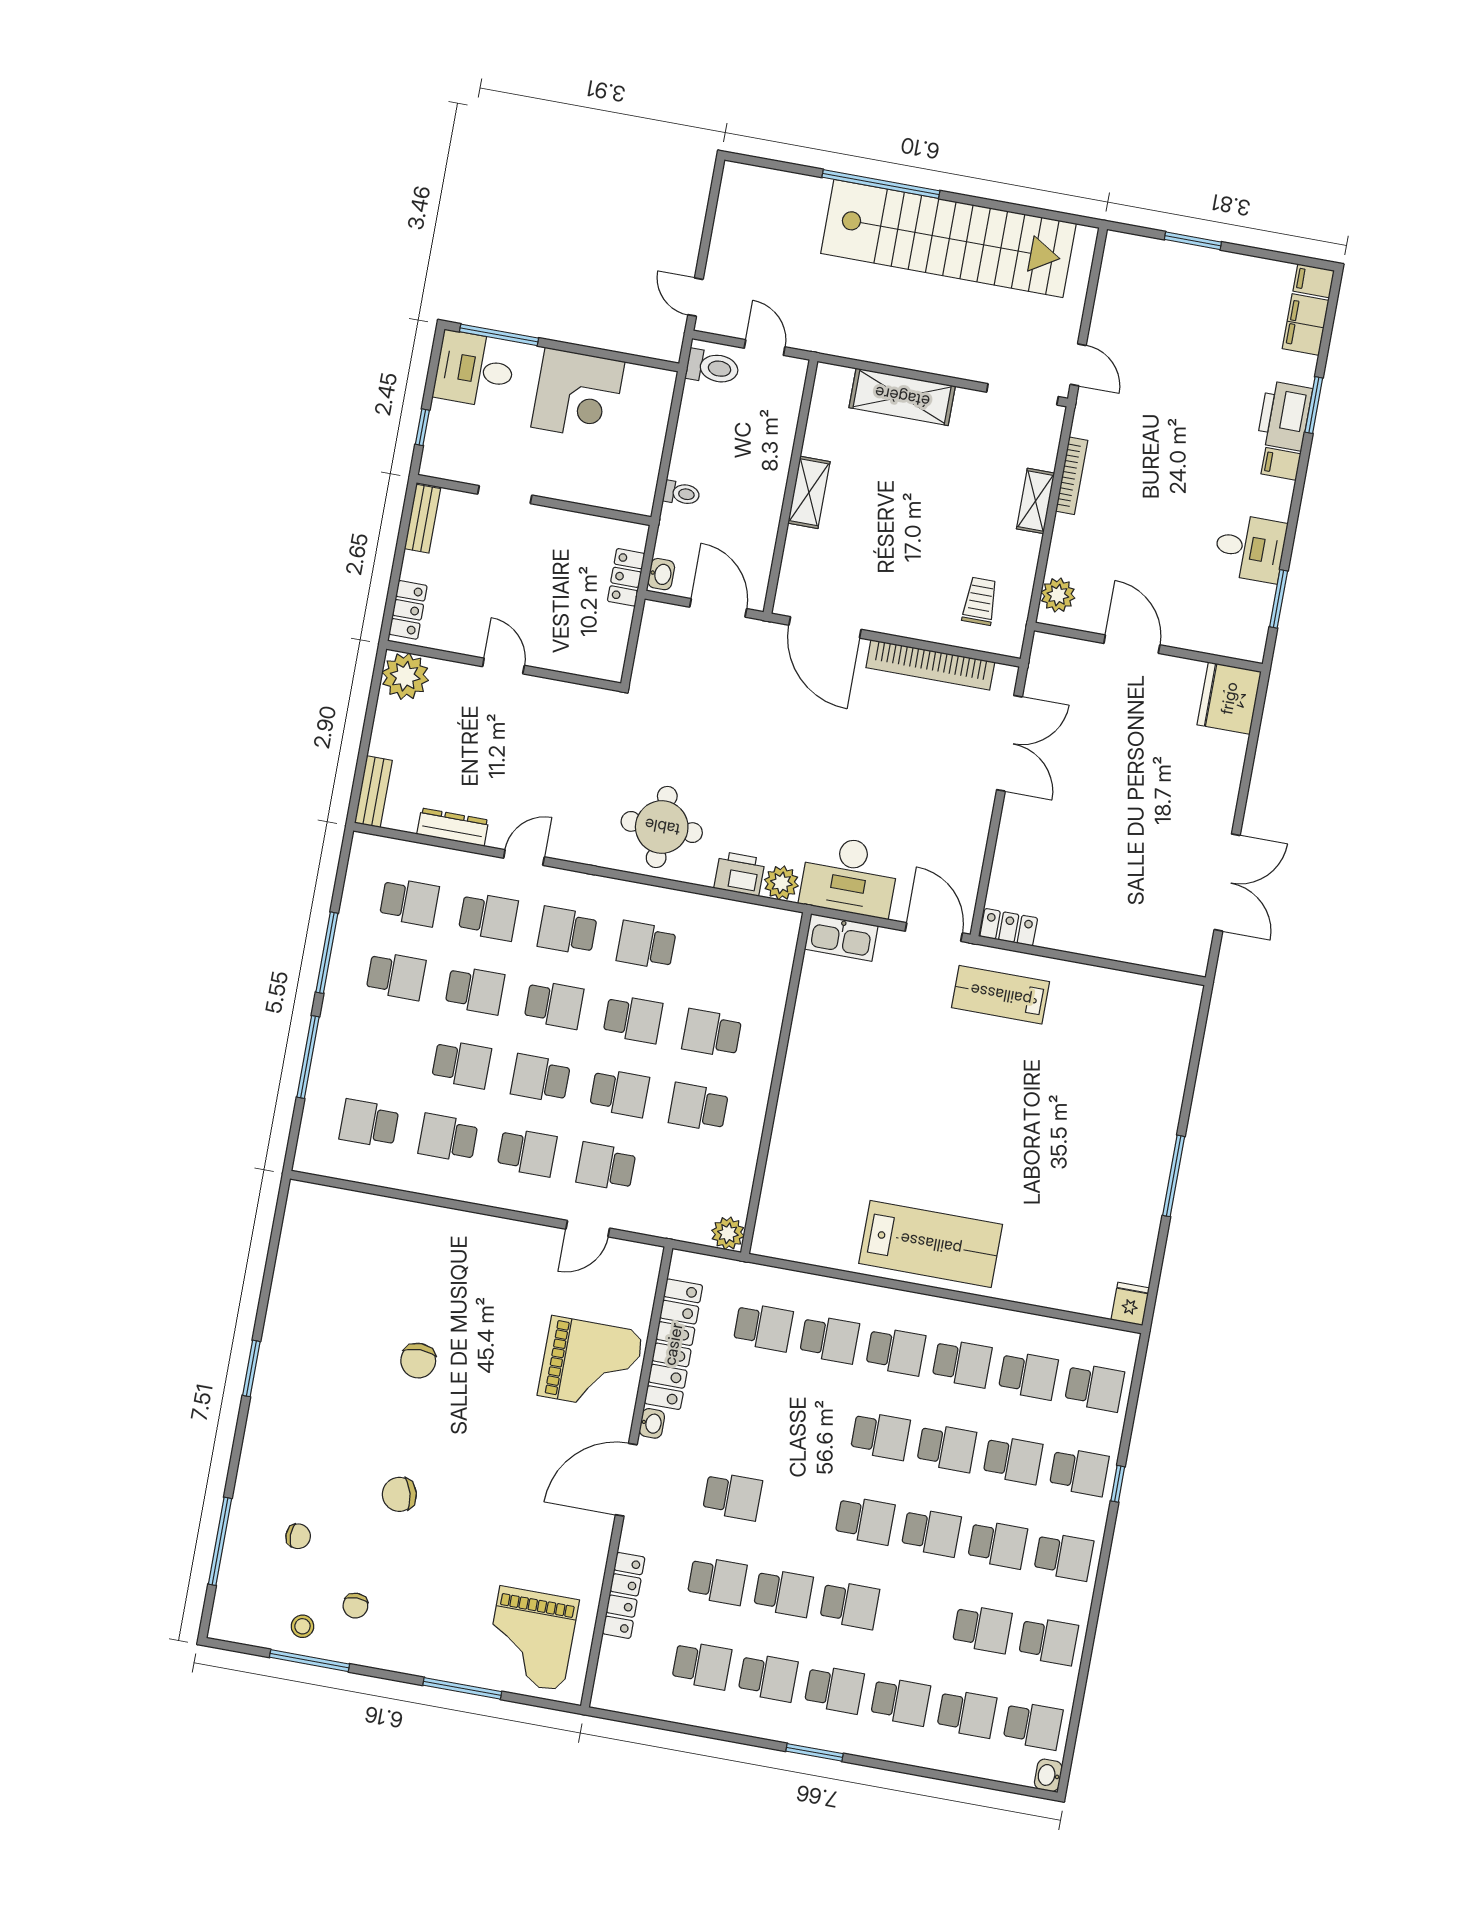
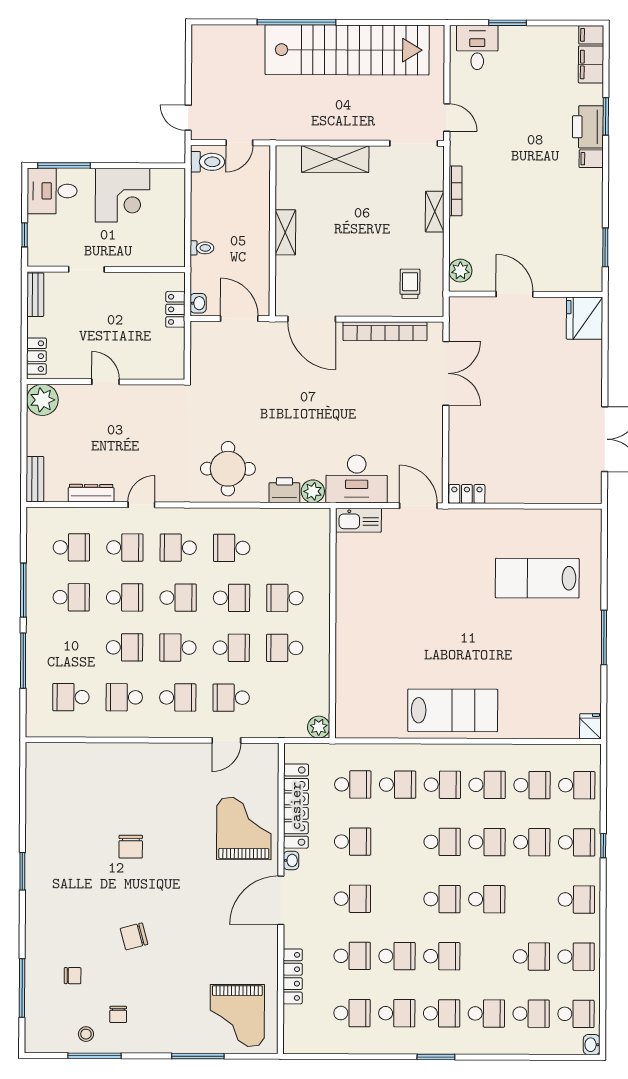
door: (765, 347) -> (239, 143), swing flipped
desk: (1250, 548) -> (477, 47), moved, turned -90
lab bench: (1001, 995) -> (537, 578), moved, width x1.36, depth x1.39
grand piano: (590, 1364) -> (244, 828), turned -90
school desk: (998, 1544) -> (353, 842), moved

